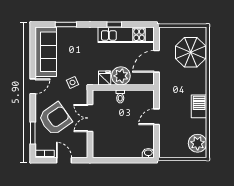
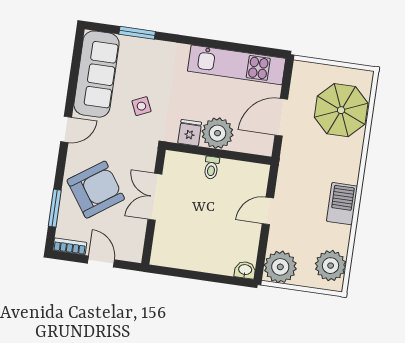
window: (114, 24) -> (219, 45), removed
side table: (72, 82) -> (141, 106), moved
plant: (168, 148) -> (280, 267), added

